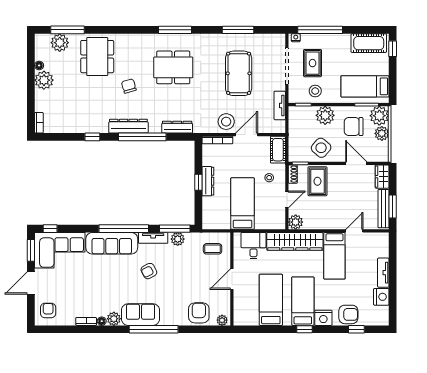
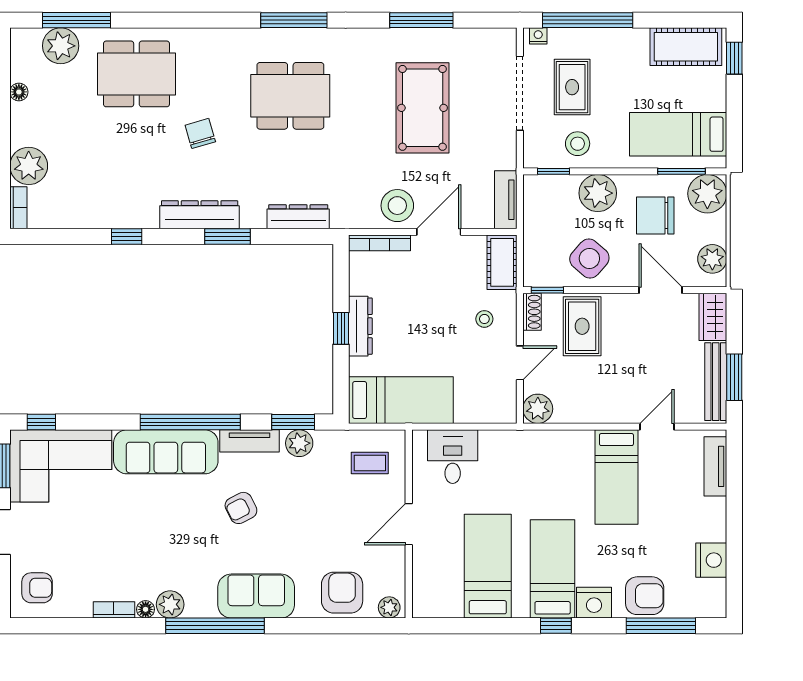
dining table: (97, 57) -> (136, 74), turned 90
plant: (44, 80) -> (29, 166), moved
tv unit: (280, 105) -> (506, 200), moved
plant: (382, 133) -> (712, 259), moved
window: (142, 137) -> (228, 237), width x0.47
bed: (242, 203) -> (401, 400), moved, turned 90
window: (175, 229) -> (293, 422), width x0.69
wardrobe: (295, 241) -> (536, 448), removed
tv unit: (383, 273) -> (715, 466), moved
armchair: (48, 310) -> (37, 588), turned 90
sofa: (140, 315) -> (256, 596), moved
window: (154, 329) -> (215, 626), moved
window: (356, 329) -> (661, 626), width x2.17

